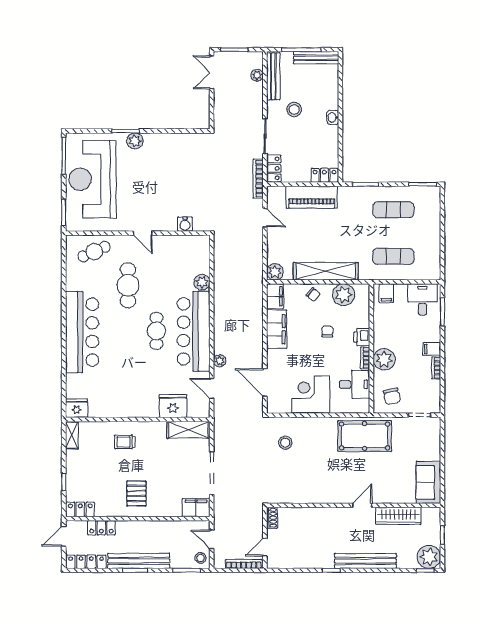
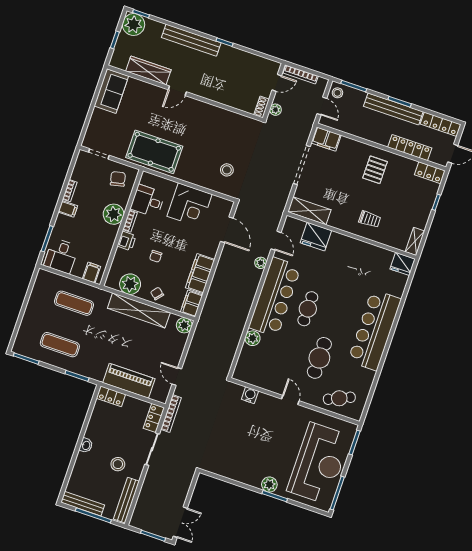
plant: (257, 75) -> (275, 110), moved
locker: (101, 528) -> (410, 148), width x1.53

